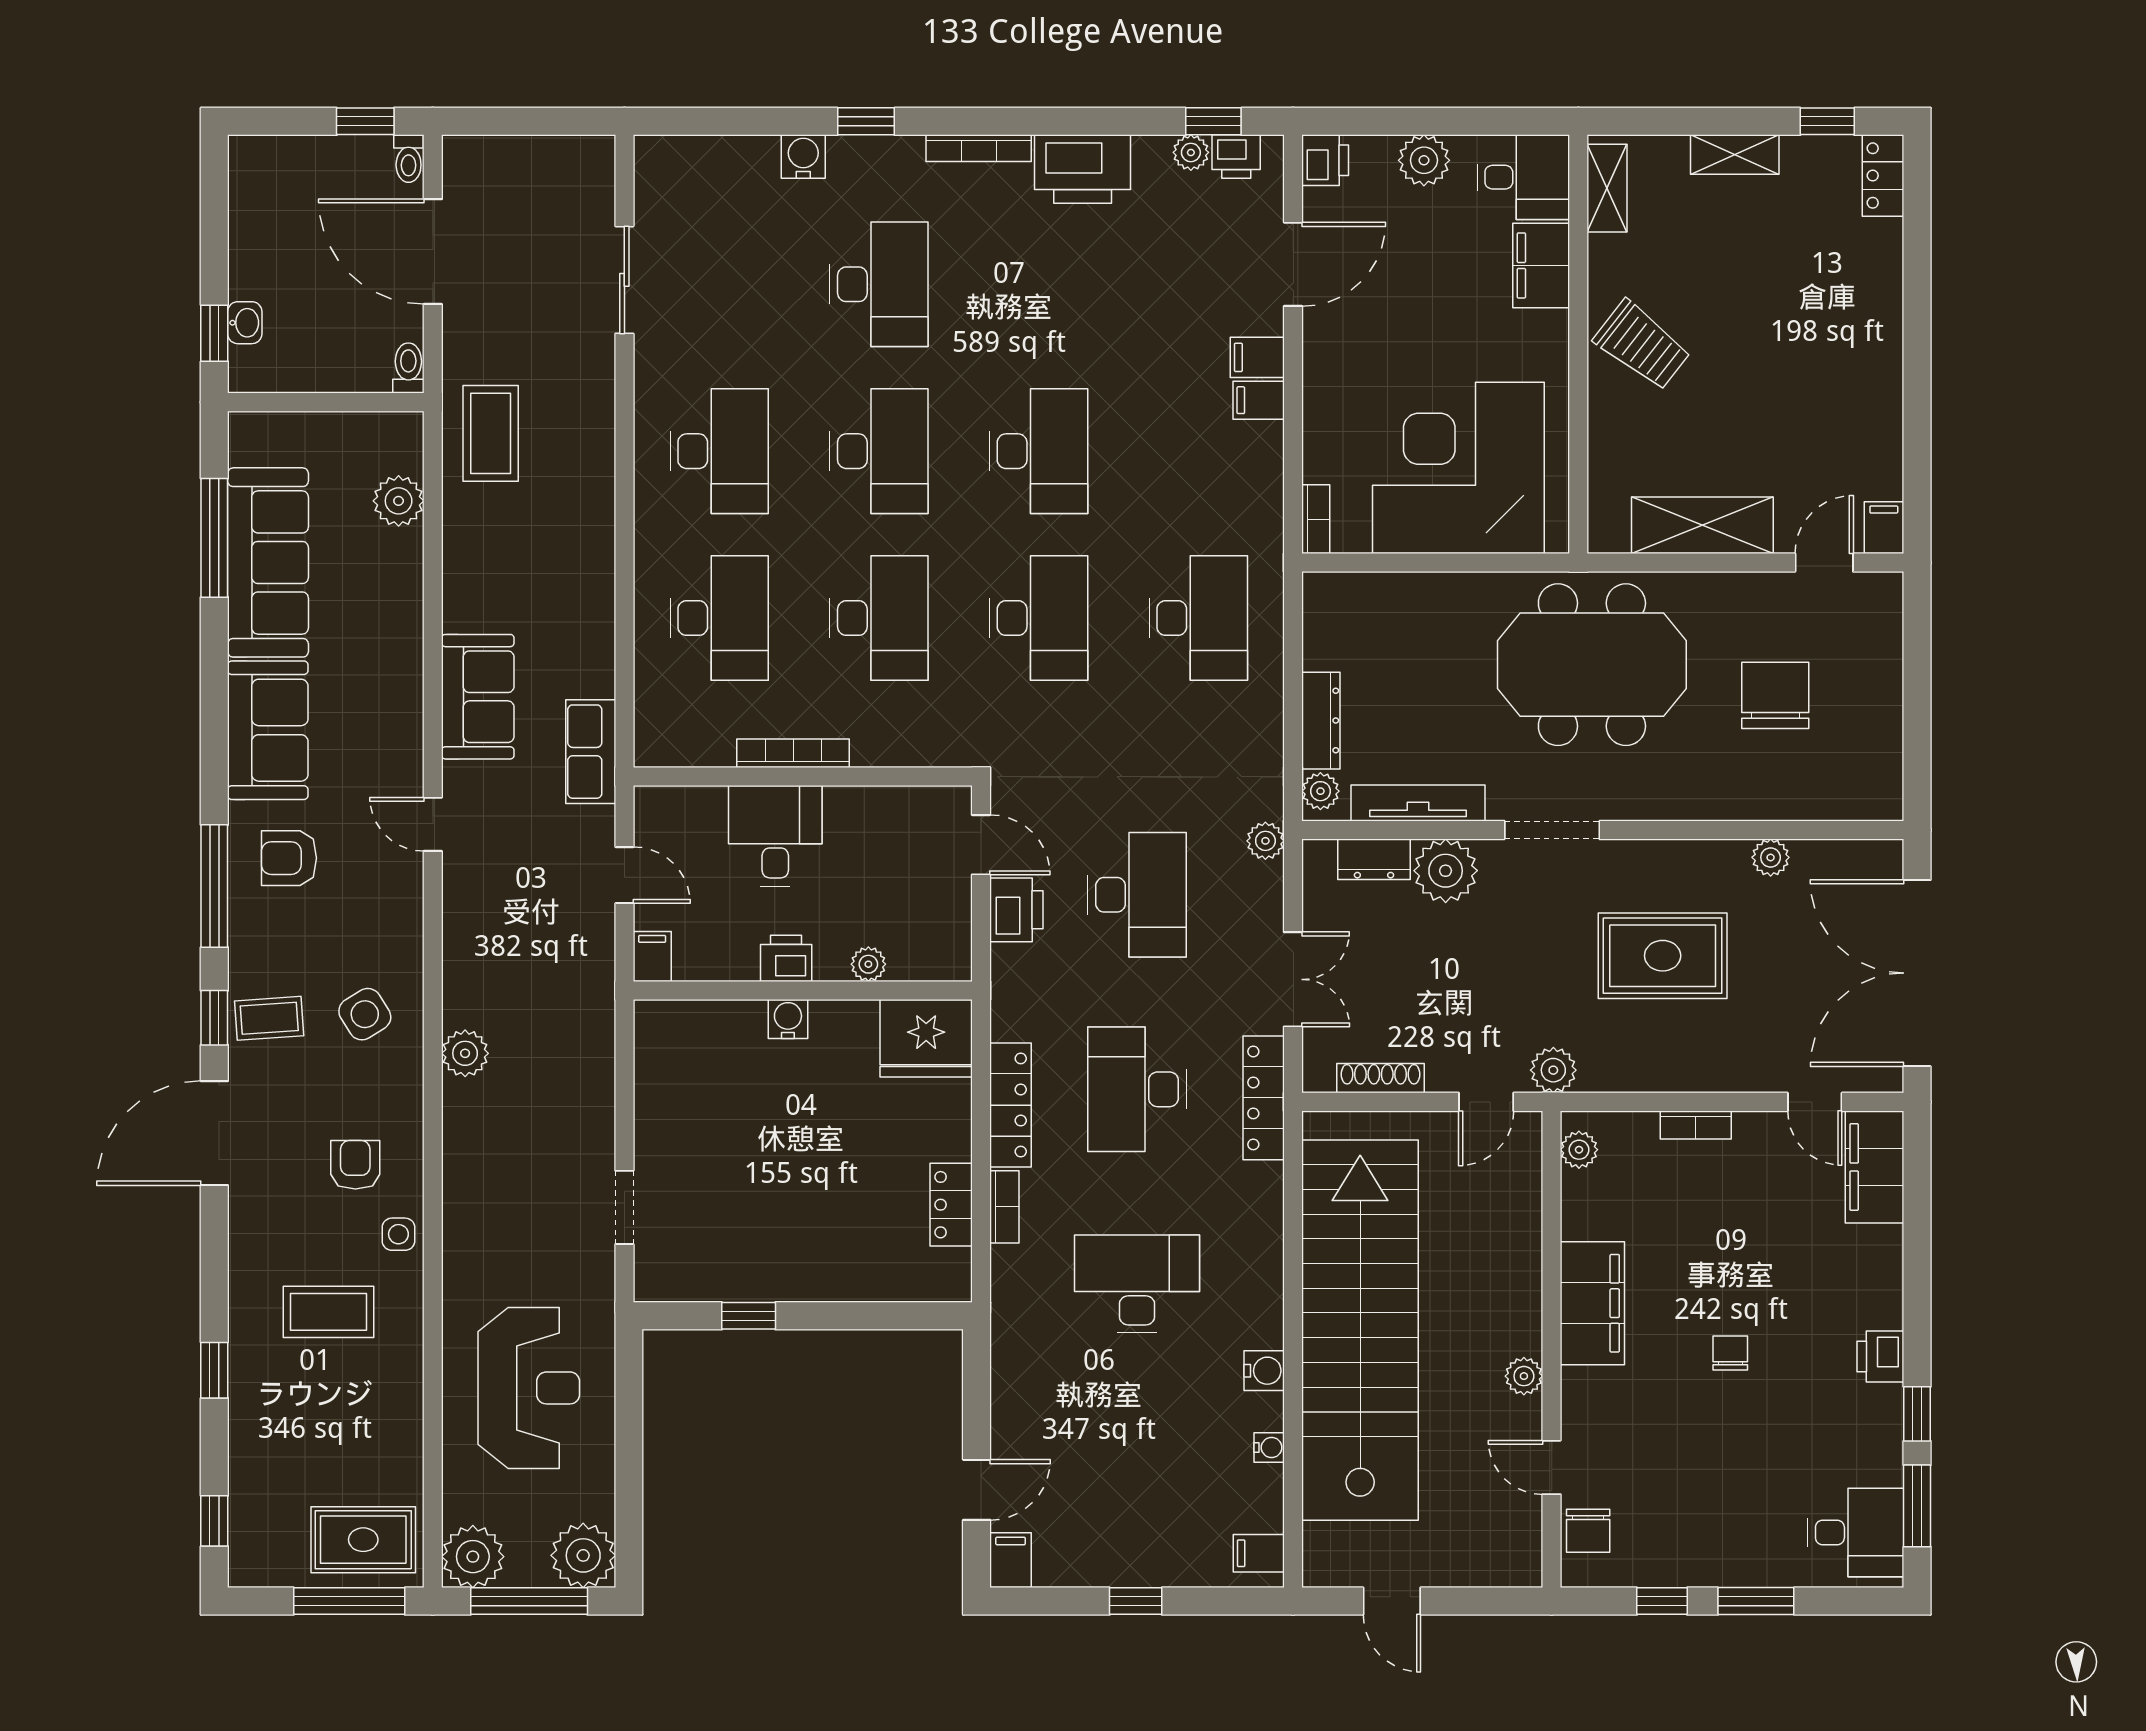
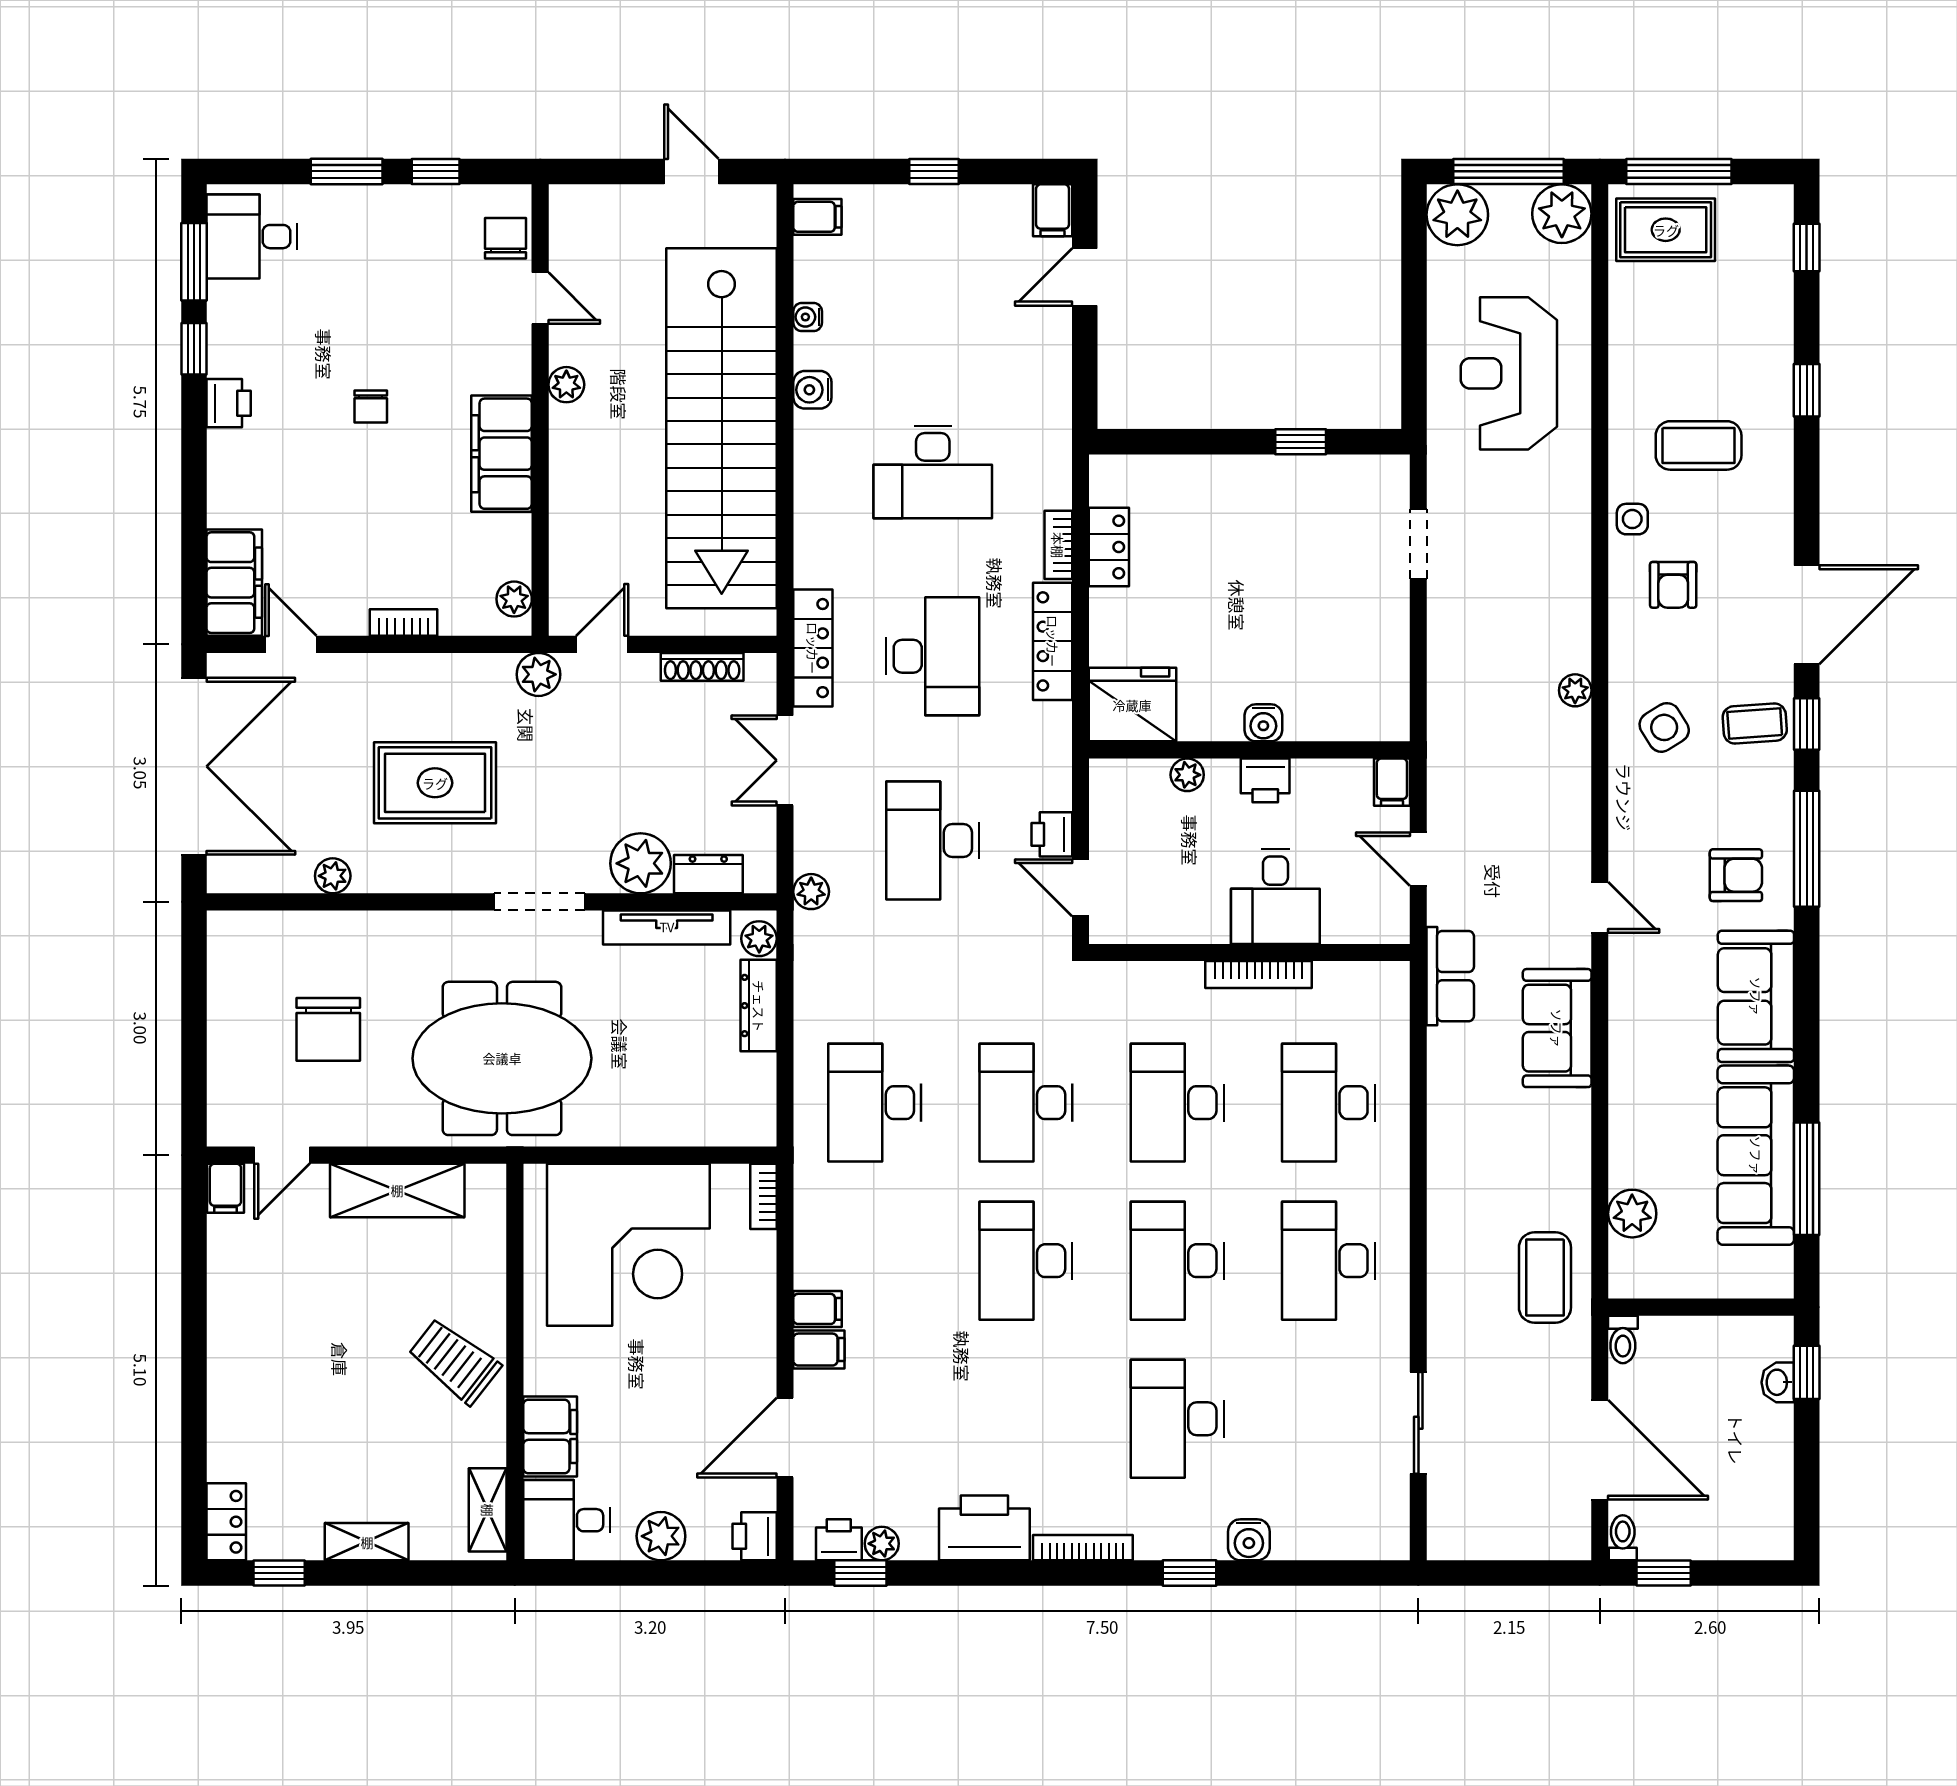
printer: (1016, 910) -> (1052, 834), width x0.73, depth x0.81
plant: (465, 1053) -> (1575, 690), width x0.73, depth x0.73

